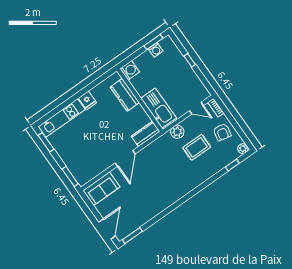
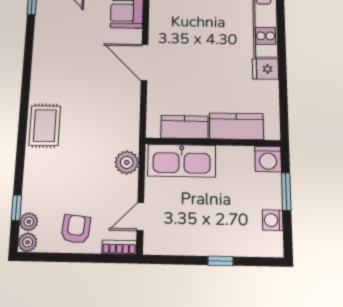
window: (153, 42) -> (286, 191), moved
armchair: (222, 132) -> (76, 229), turned 84
kitchen counter: (146, 134) -> (185, 127), moved, turned -90
rug: (197, 147) -> (45, 126), moved
plant: (234, 155) -> (29, 222), added

